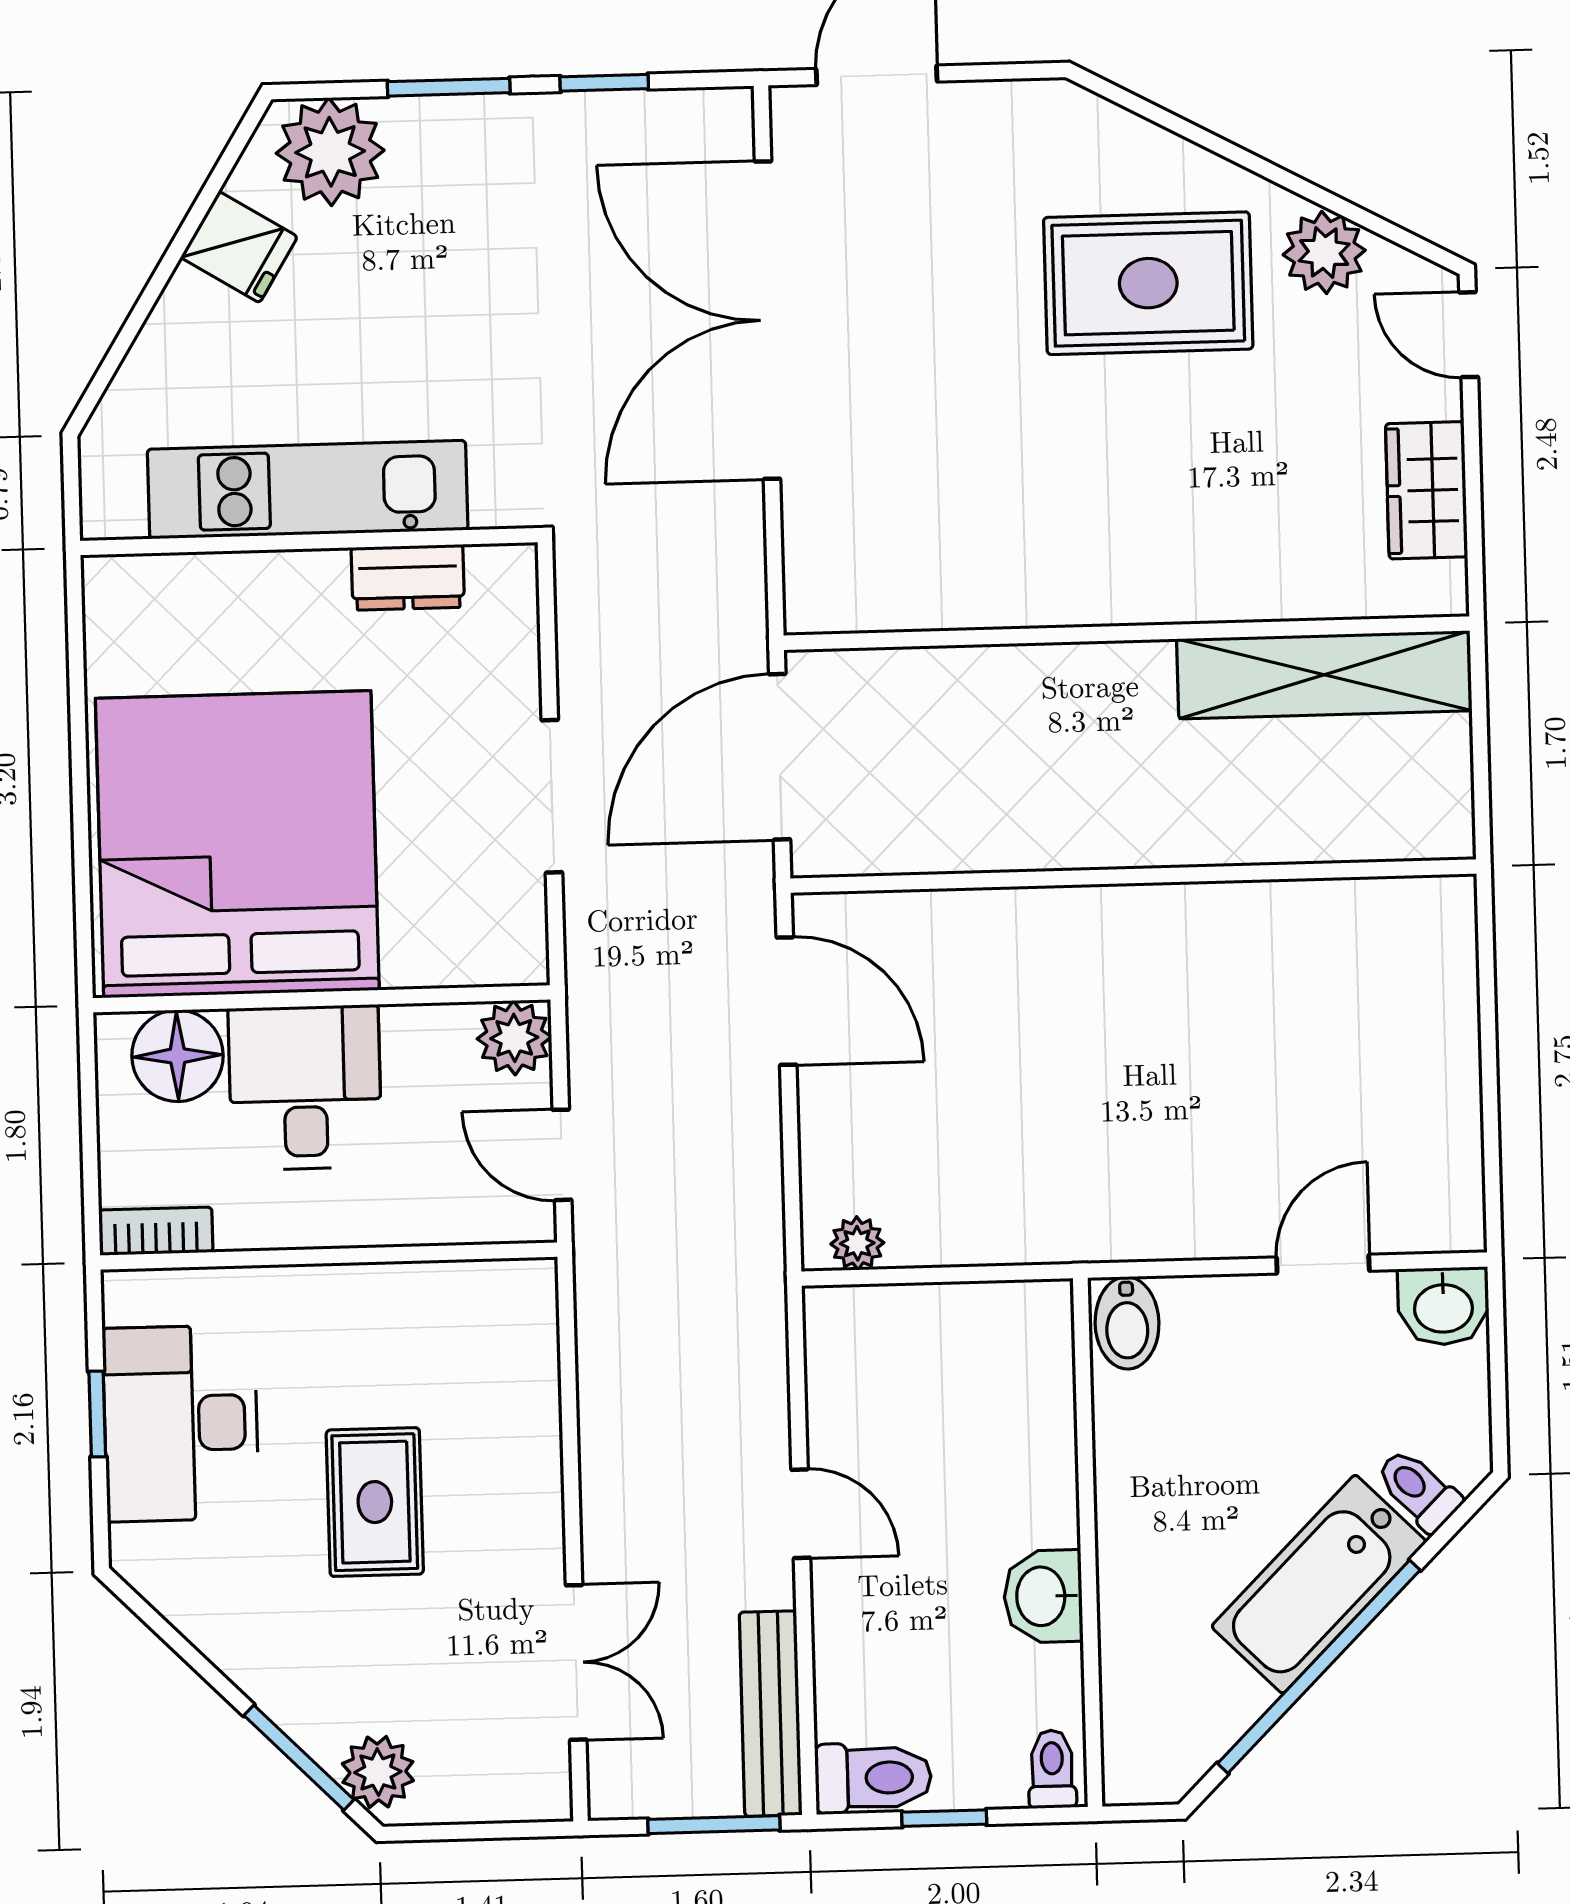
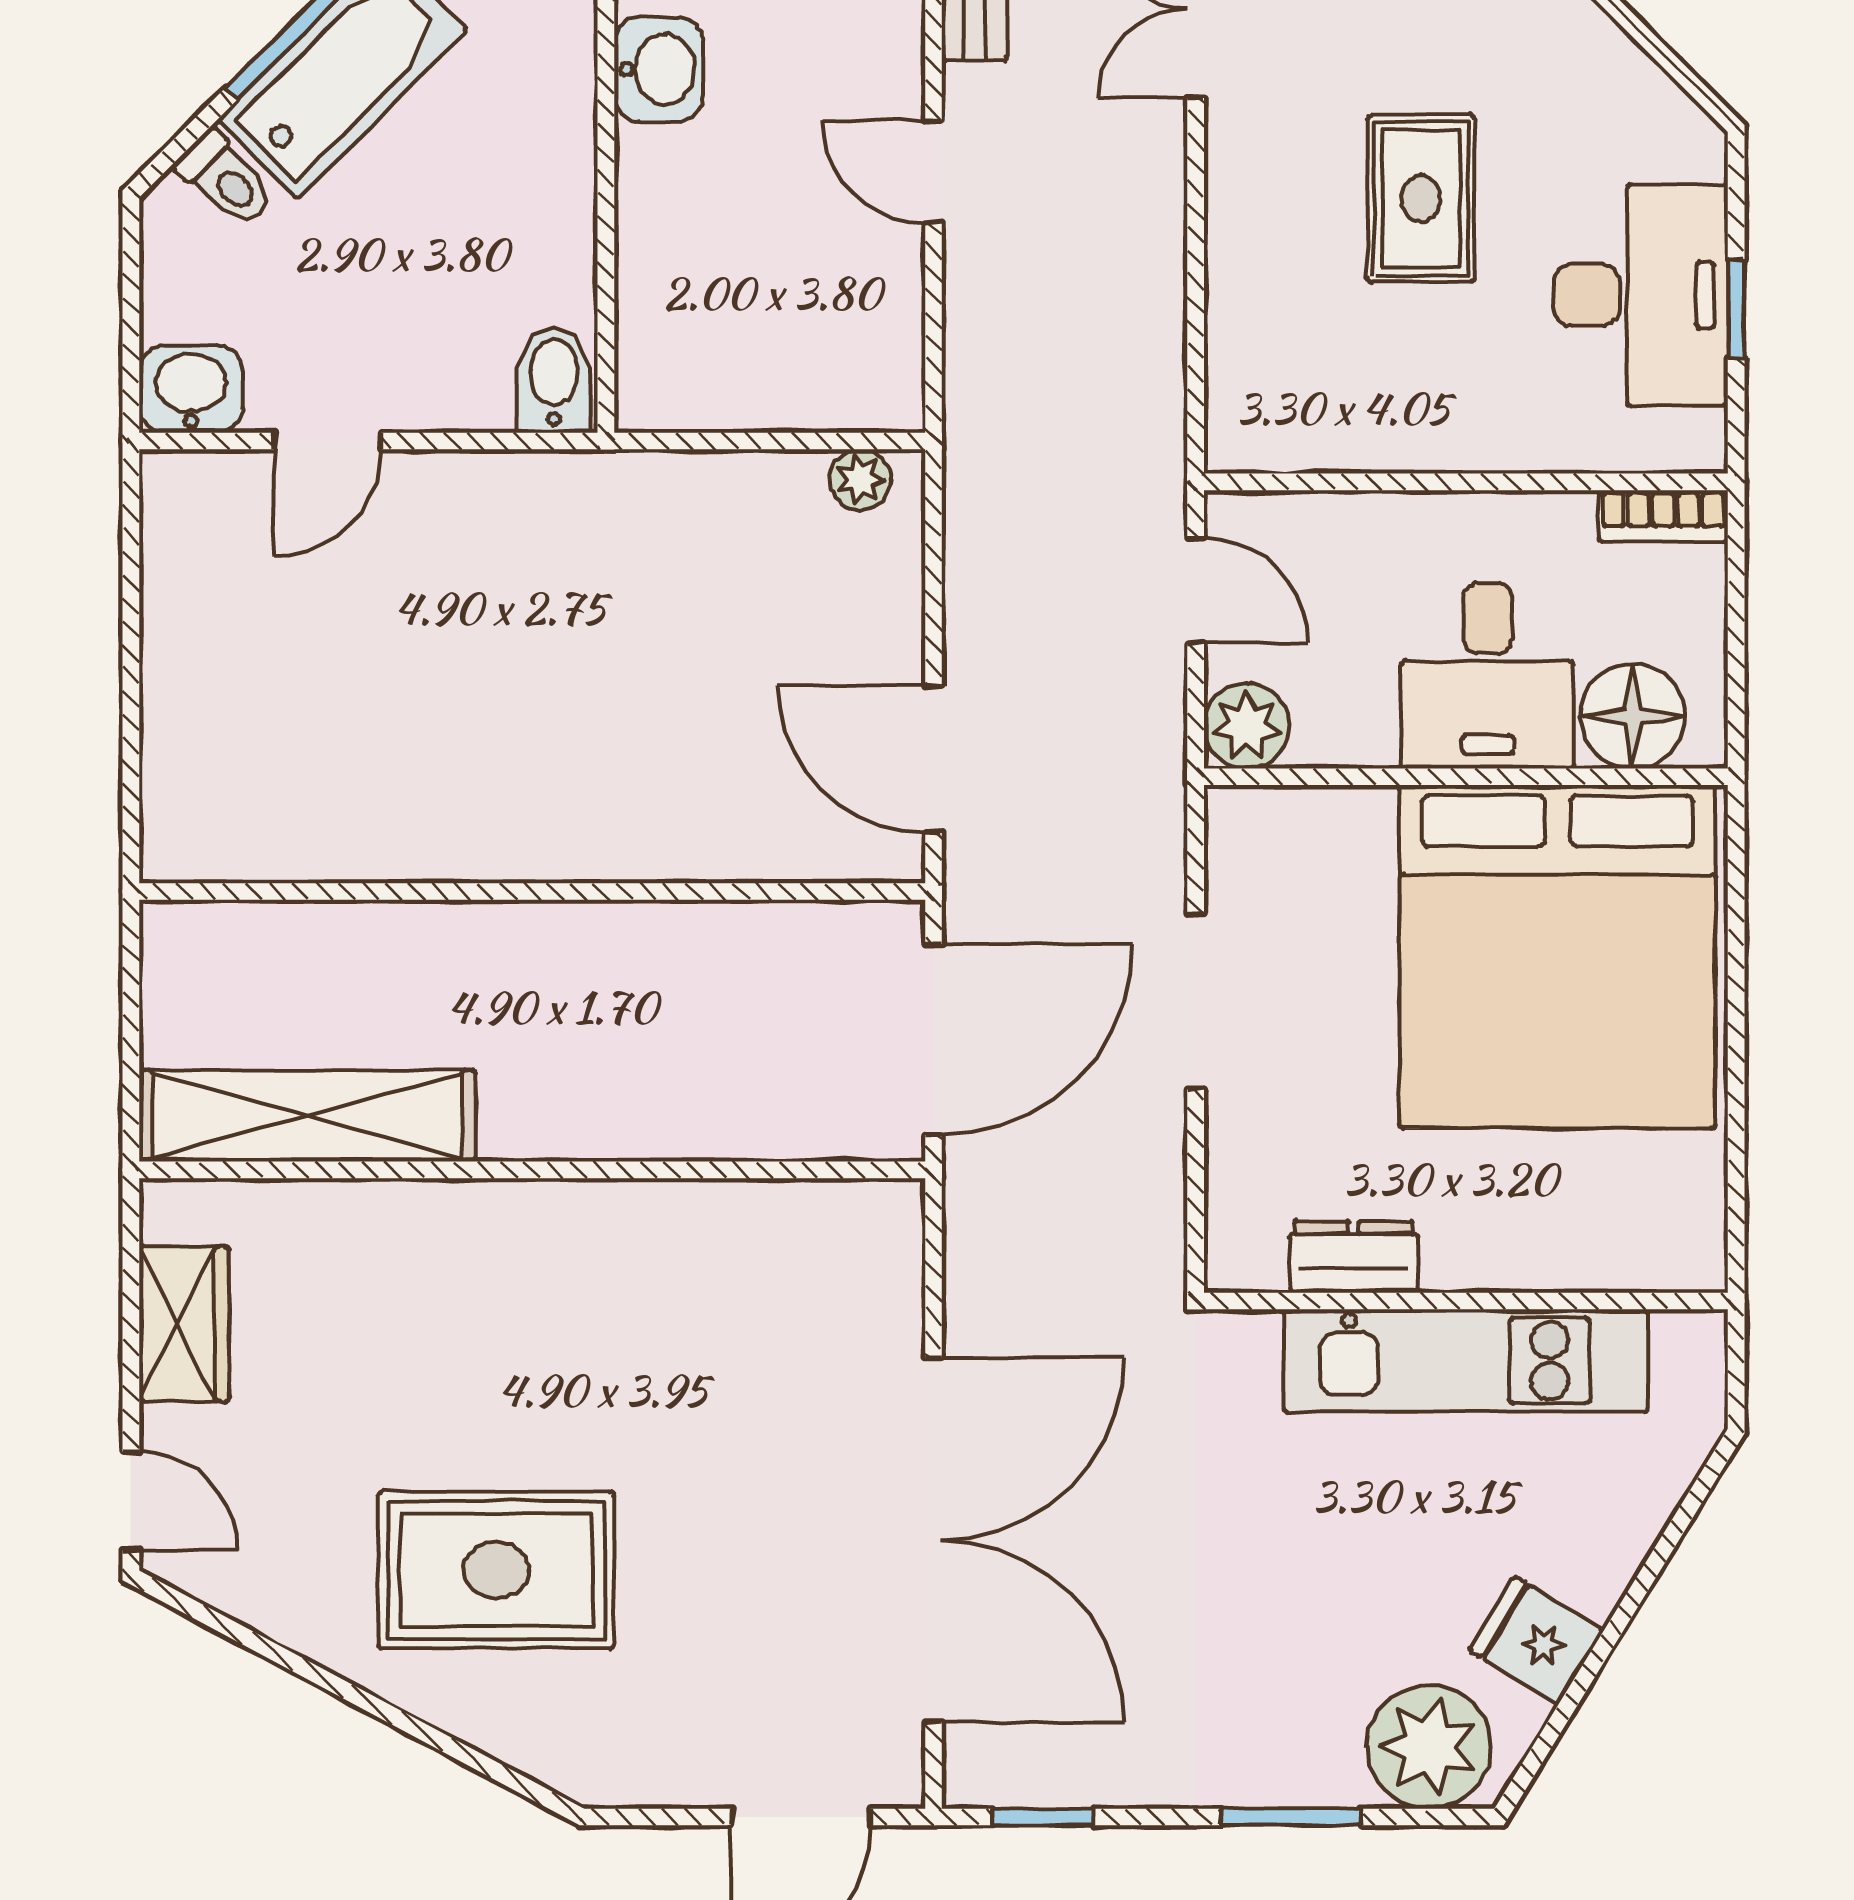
window: (604, 83) -> (1043, 1817), moved
plant: (1324, 252) -> (294, 1600), removed

